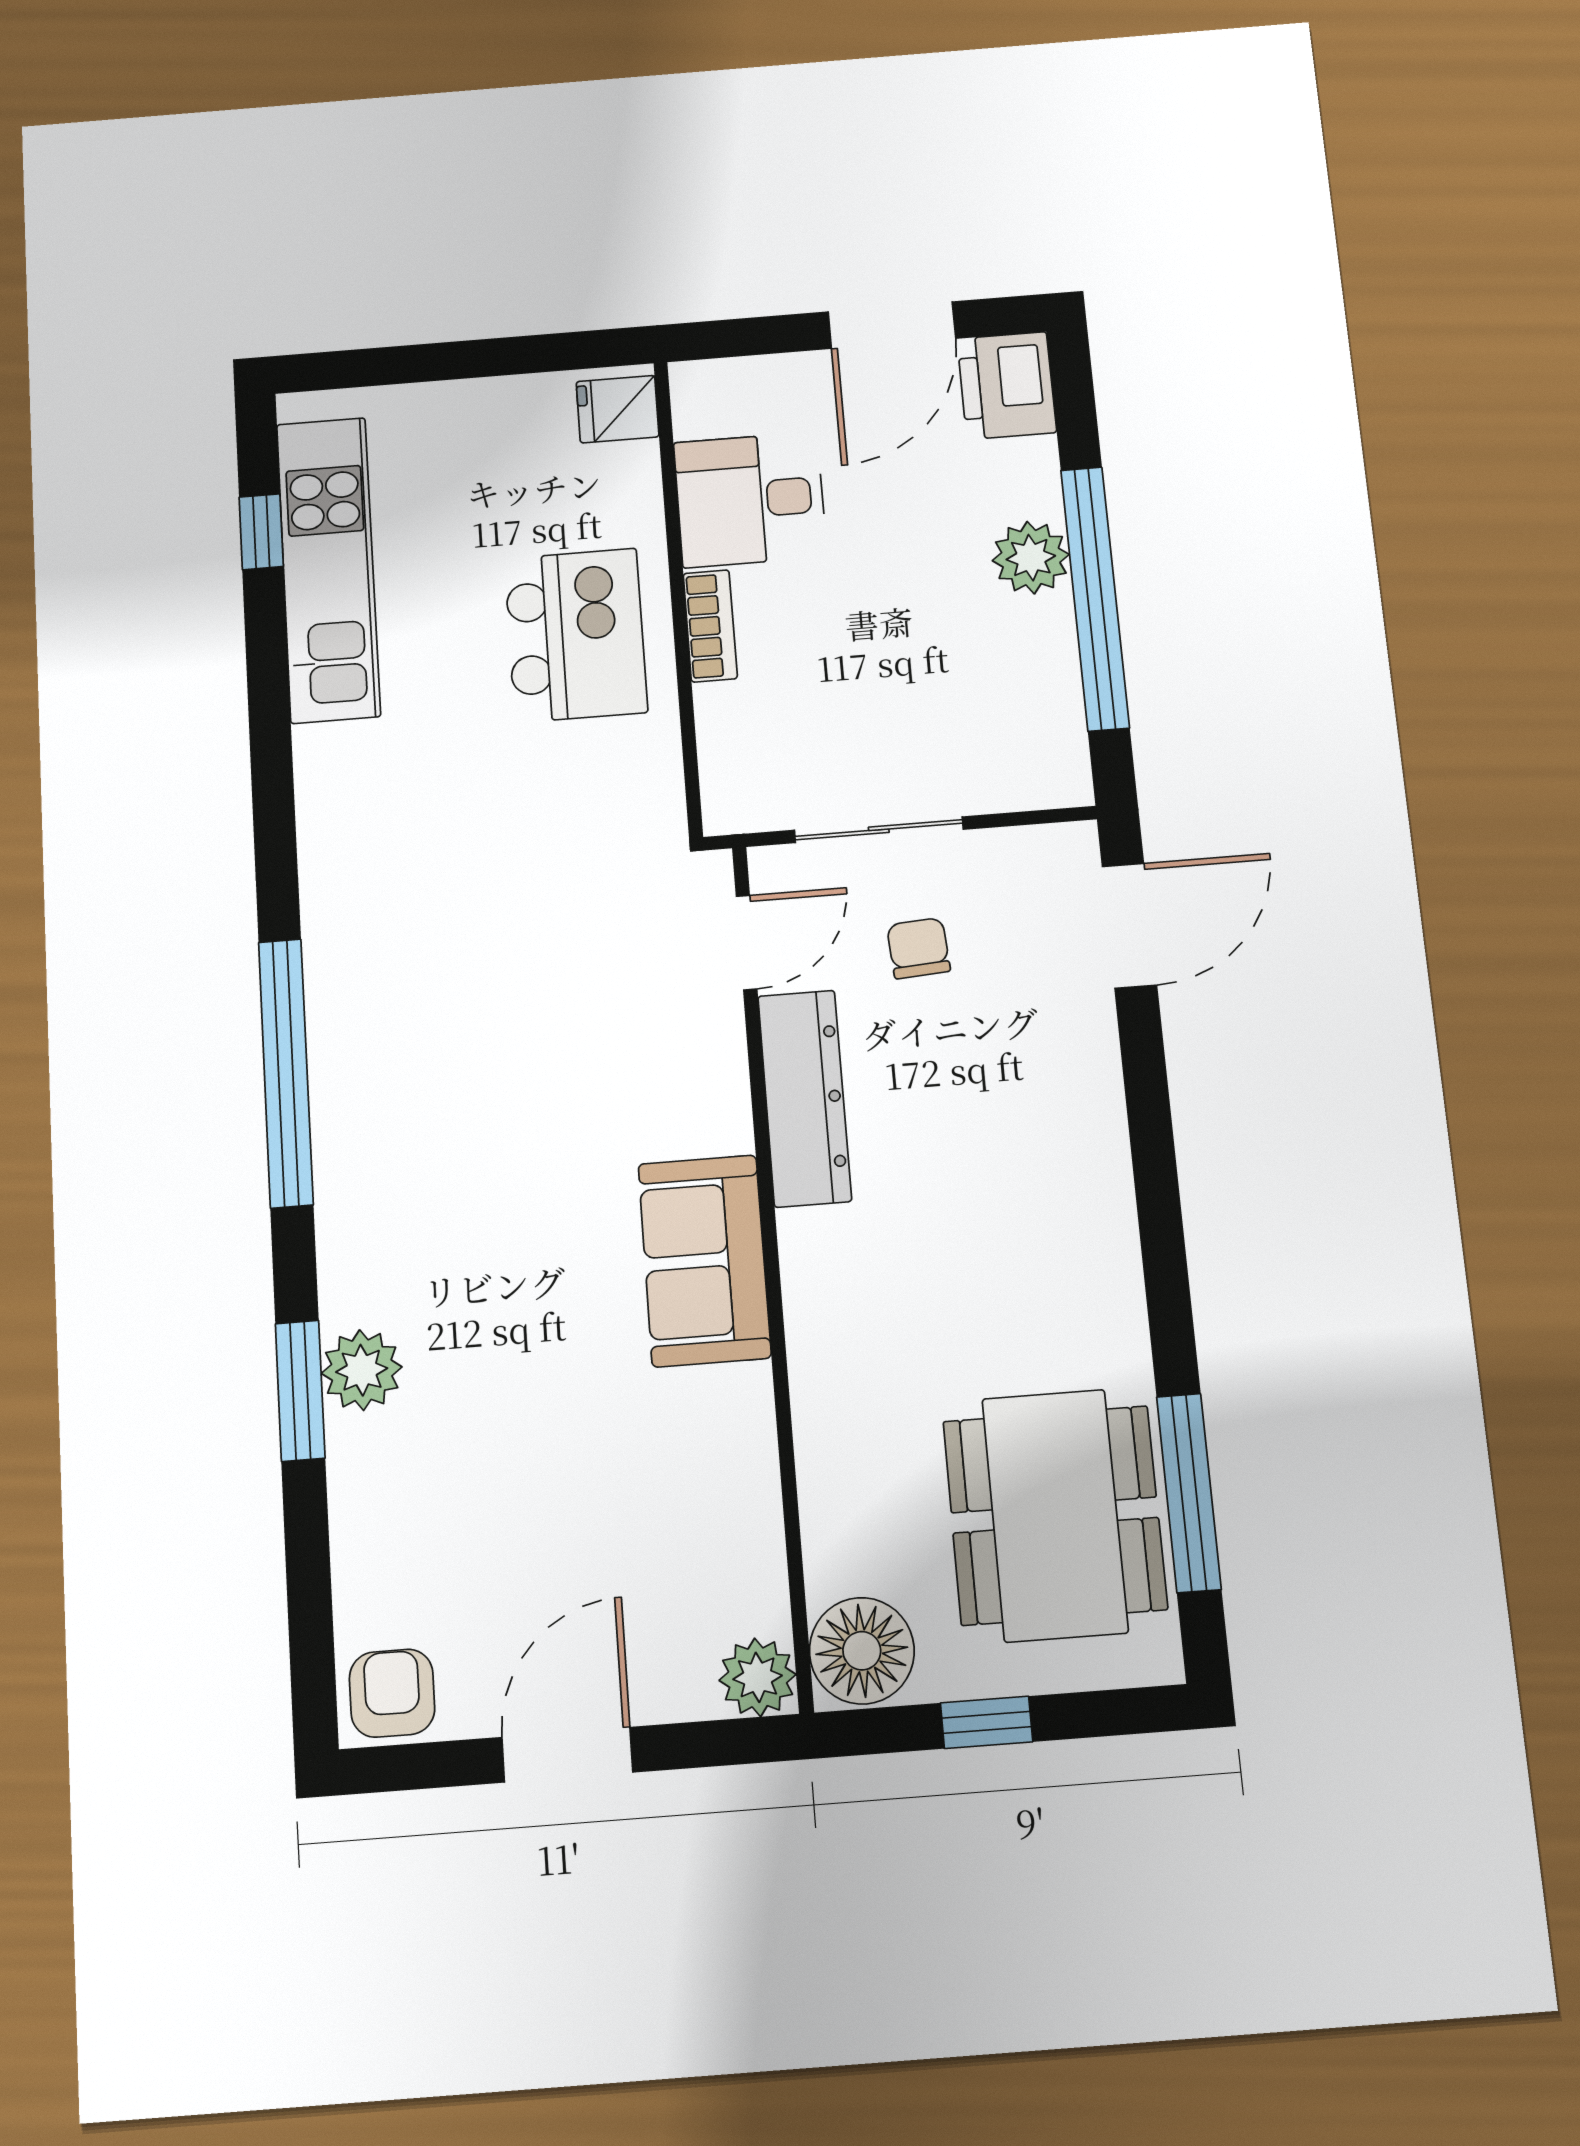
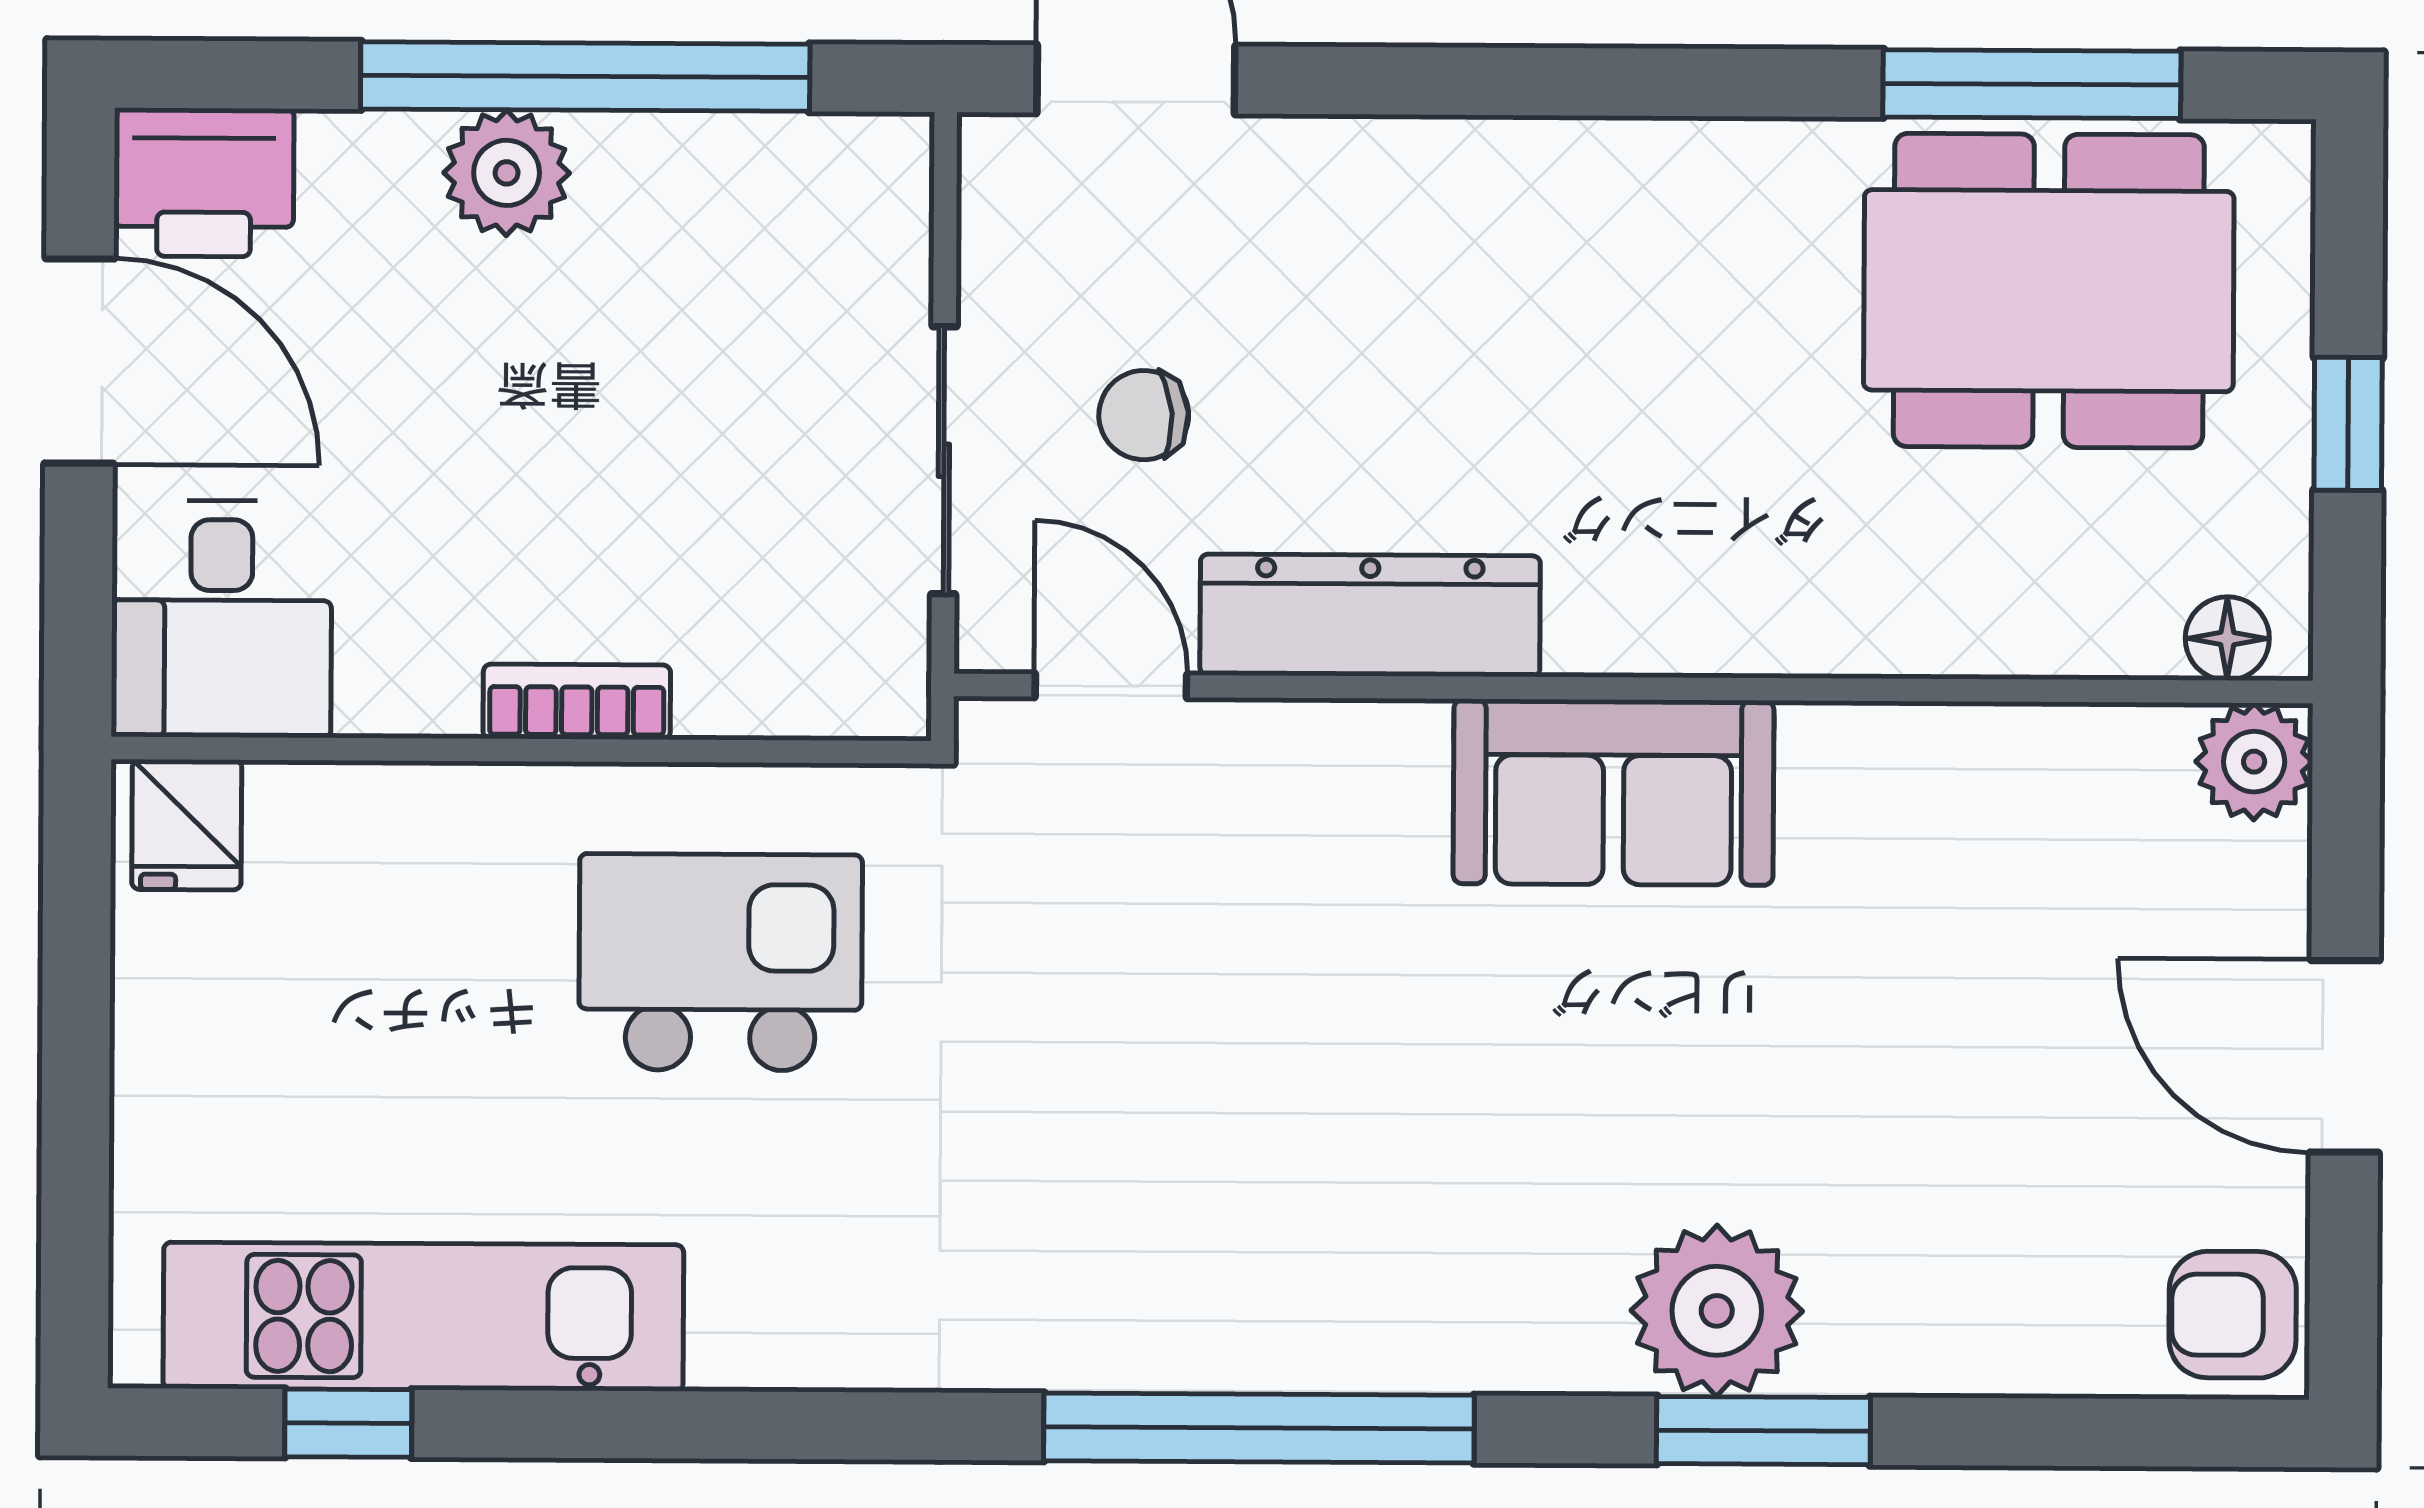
desk: (750, 500) -> (222, 619), moved
kitchen island: (576, 635) -> (720, 962), moved
plant: (362, 1370) -> (1717, 1311), width x1.36, depth x1.36
floor lamp: (862, 1651) -> (2227, 639), width x0.53, depth x0.53

